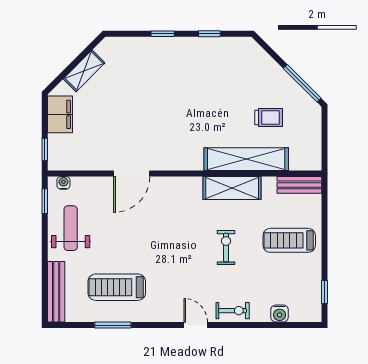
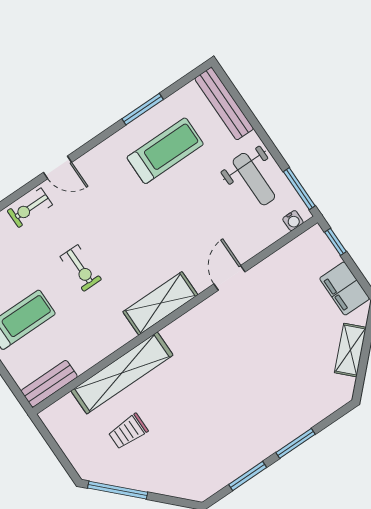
window: (163, 34) -> (296, 443), width x1.50
window: (209, 34) -> (248, 476), width x1.50
door: (132, 174) -> (229, 278), width x0.73
shelving: (232, 188) -> (160, 303), moved
window: (45, 201) -> (299, 189), width x1.50

